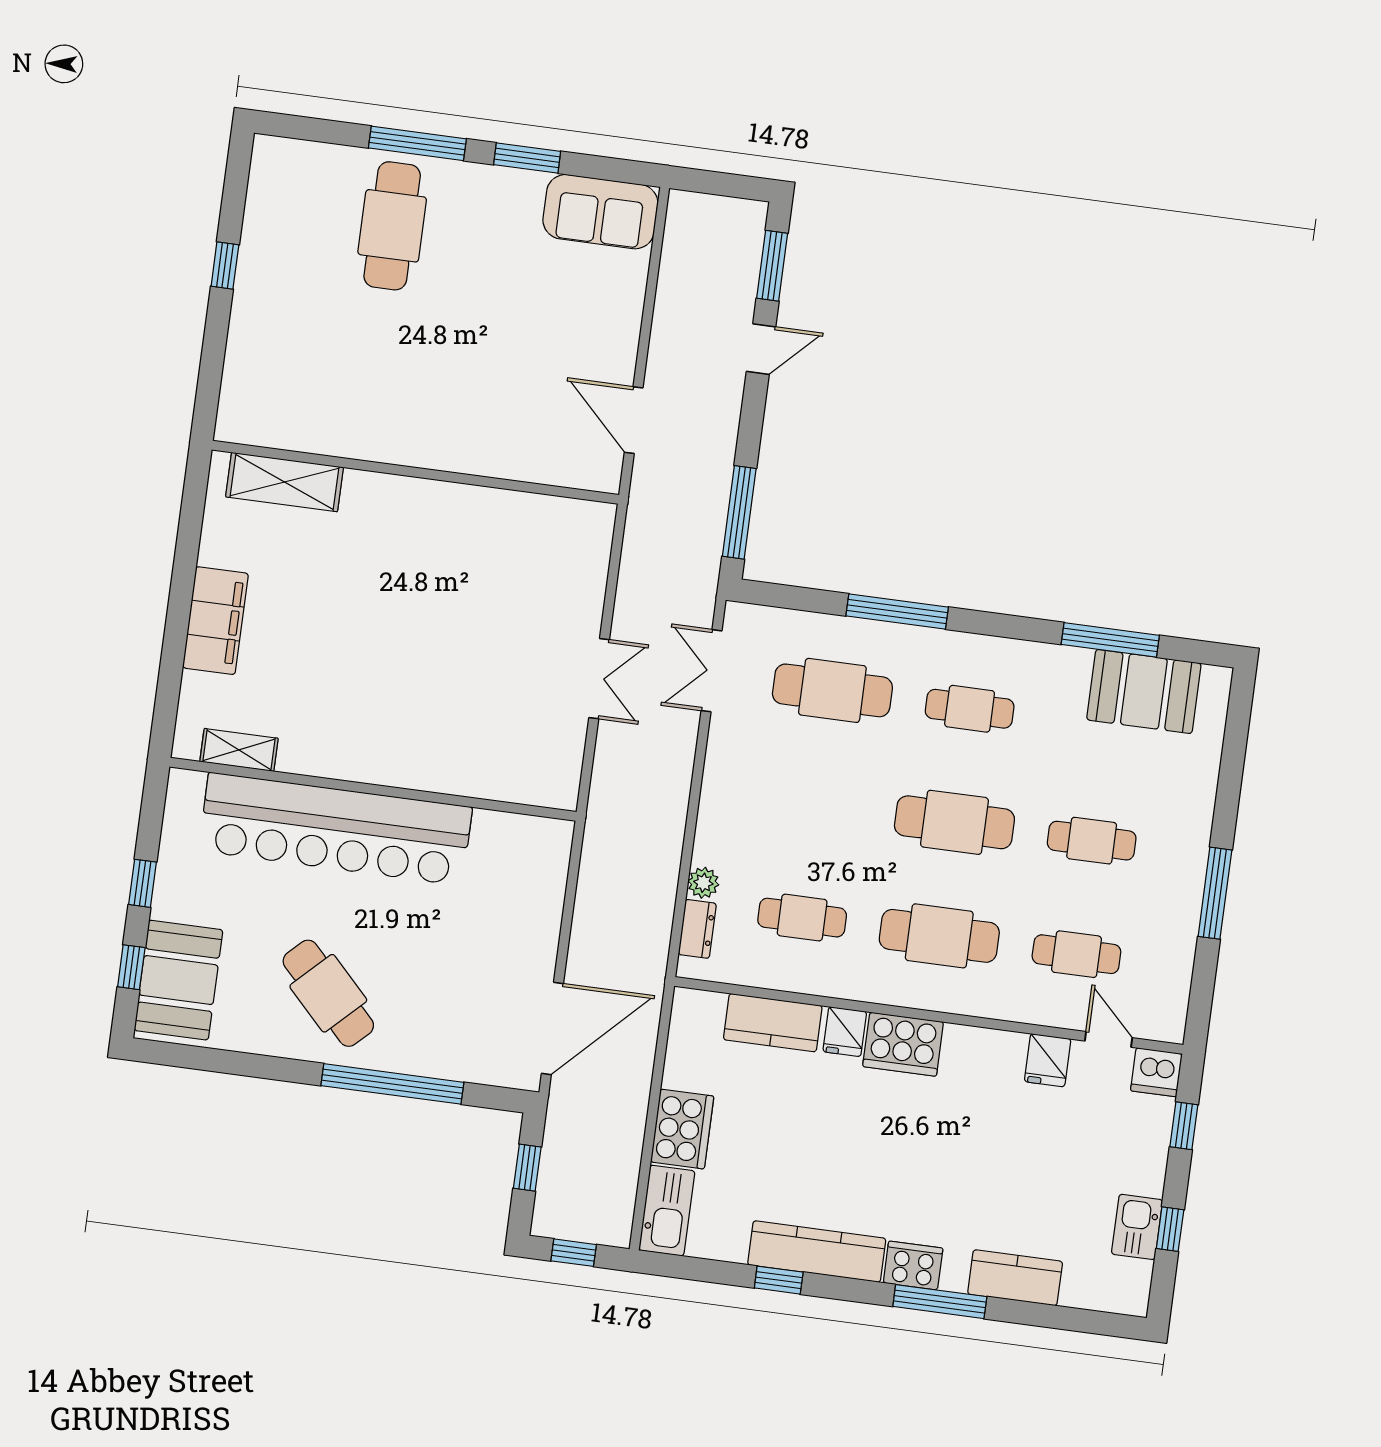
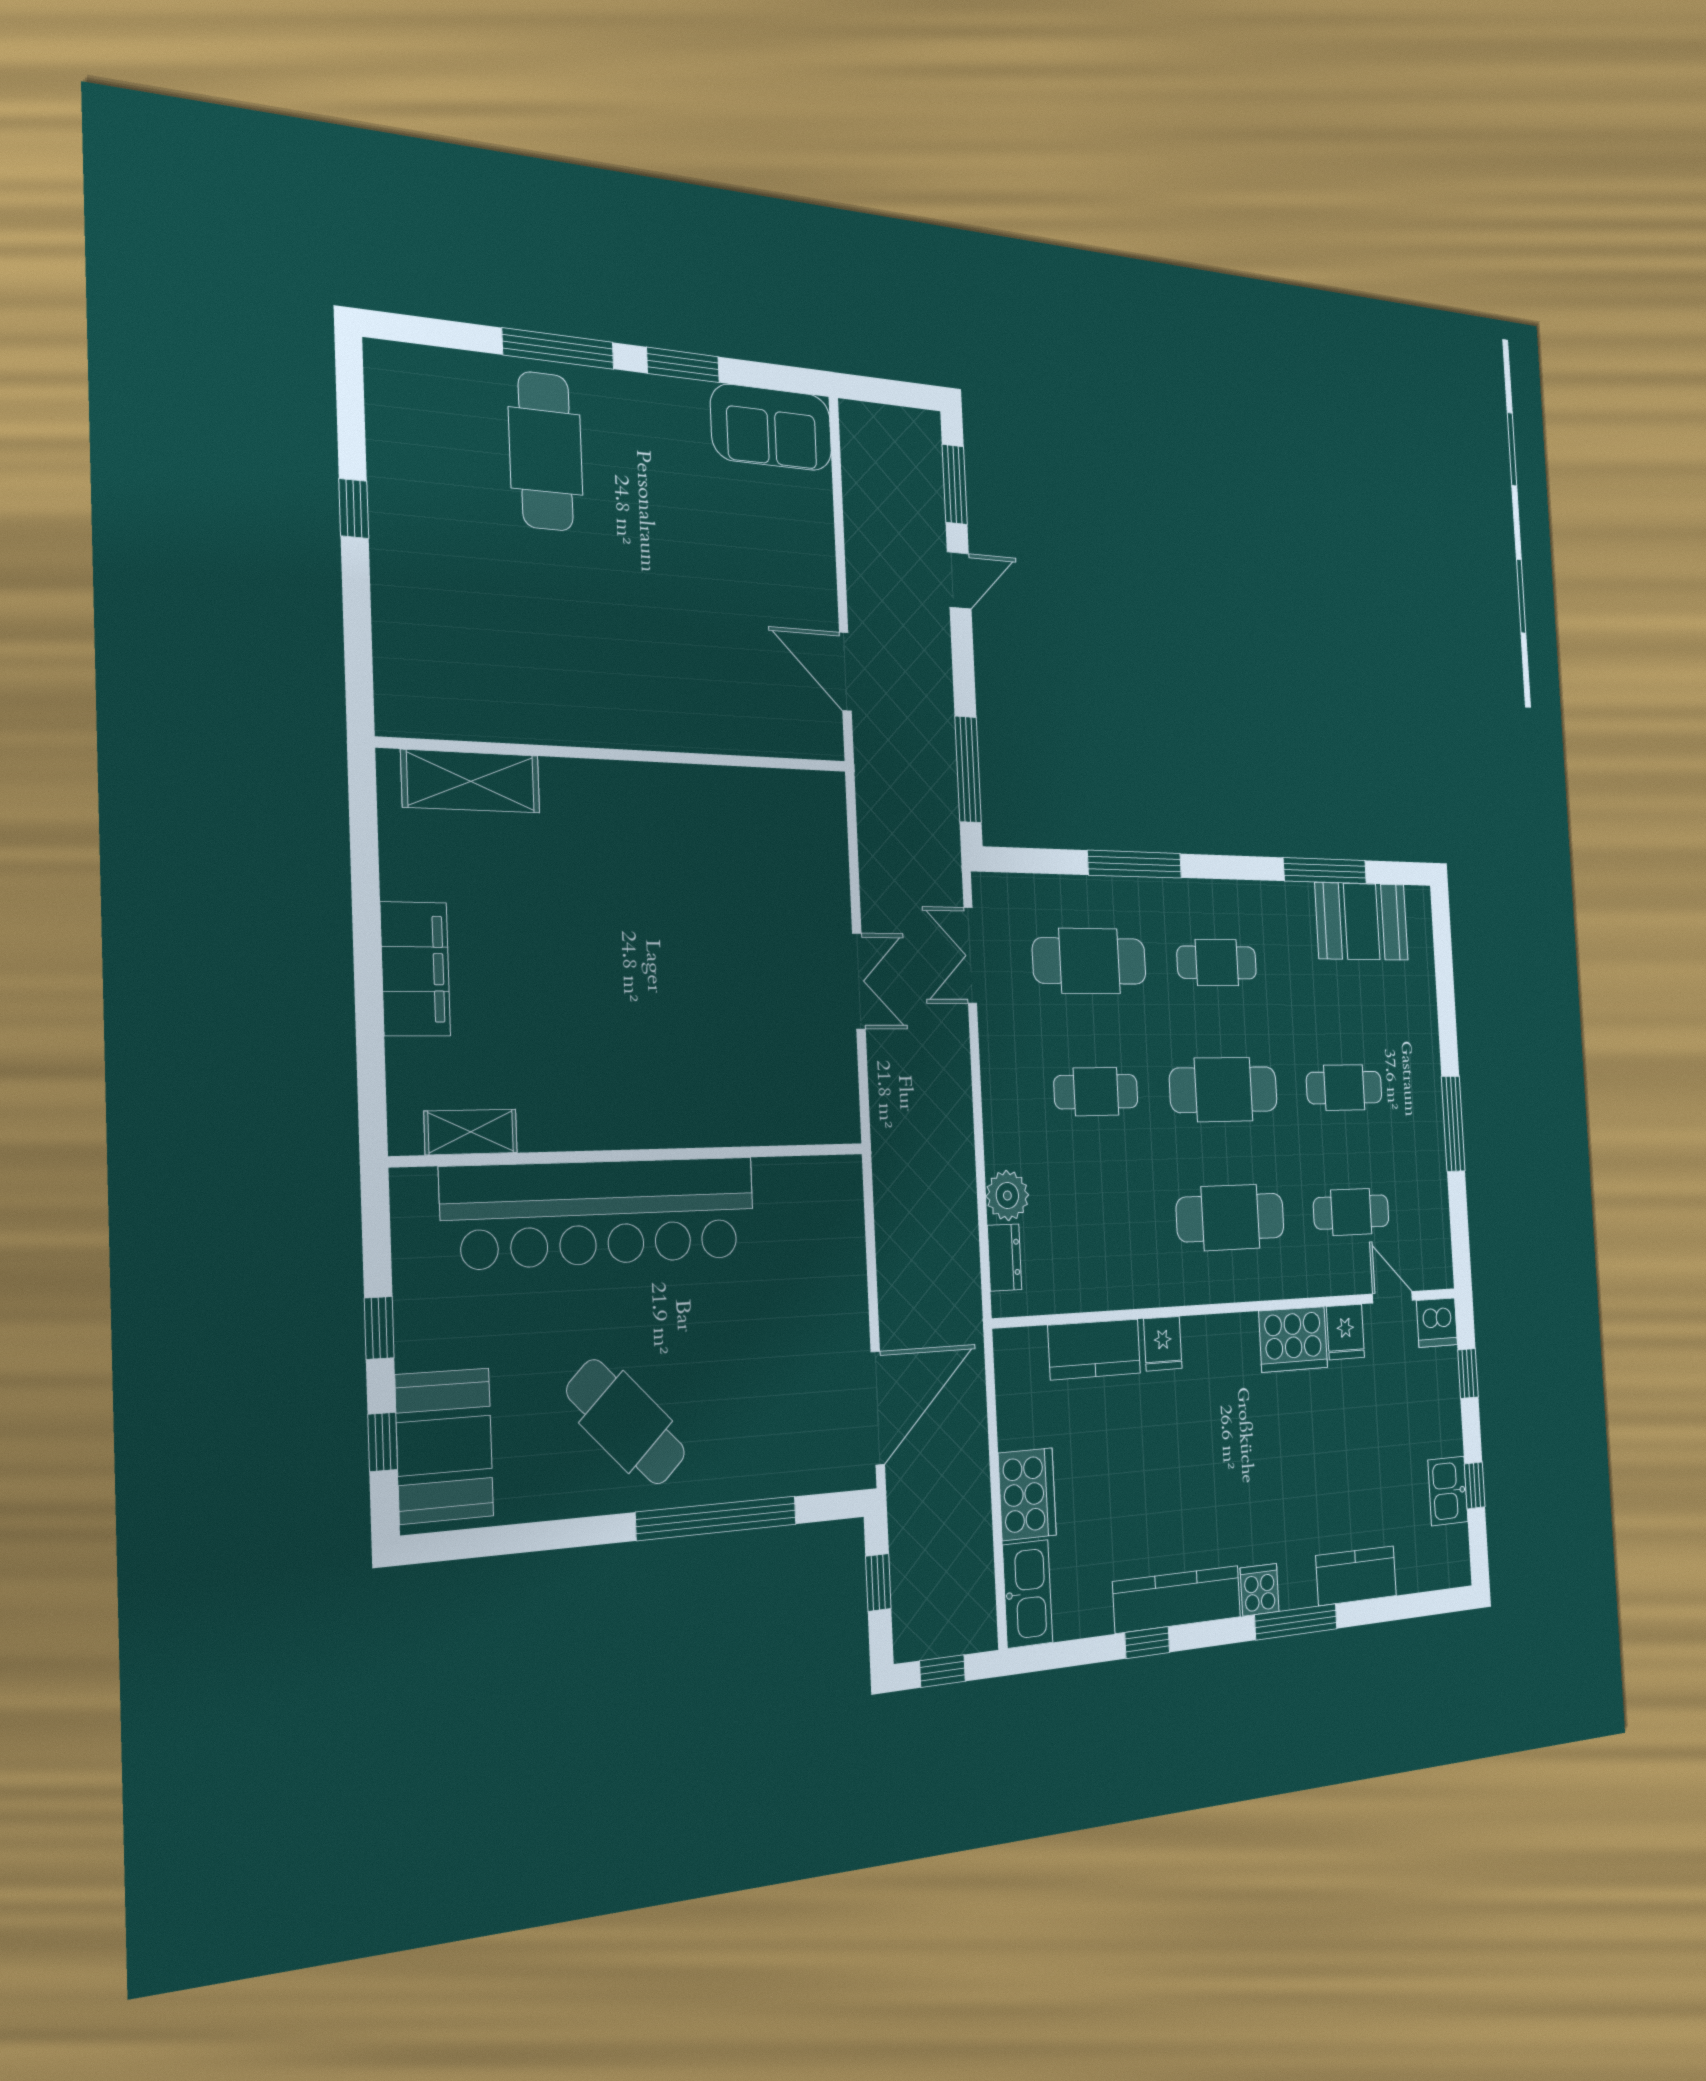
plant: (703, 883) -> (1007, 1195), width x1.38, depth x1.38
cafe table: (802, 918) -> (1096, 1092), moved
cooker: (903, 1044) -> (1293, 1339), moved
cooker: (913, 1266) -> (1260, 1590), width x0.73

